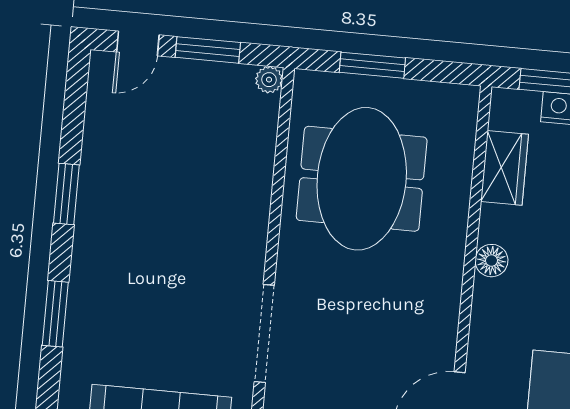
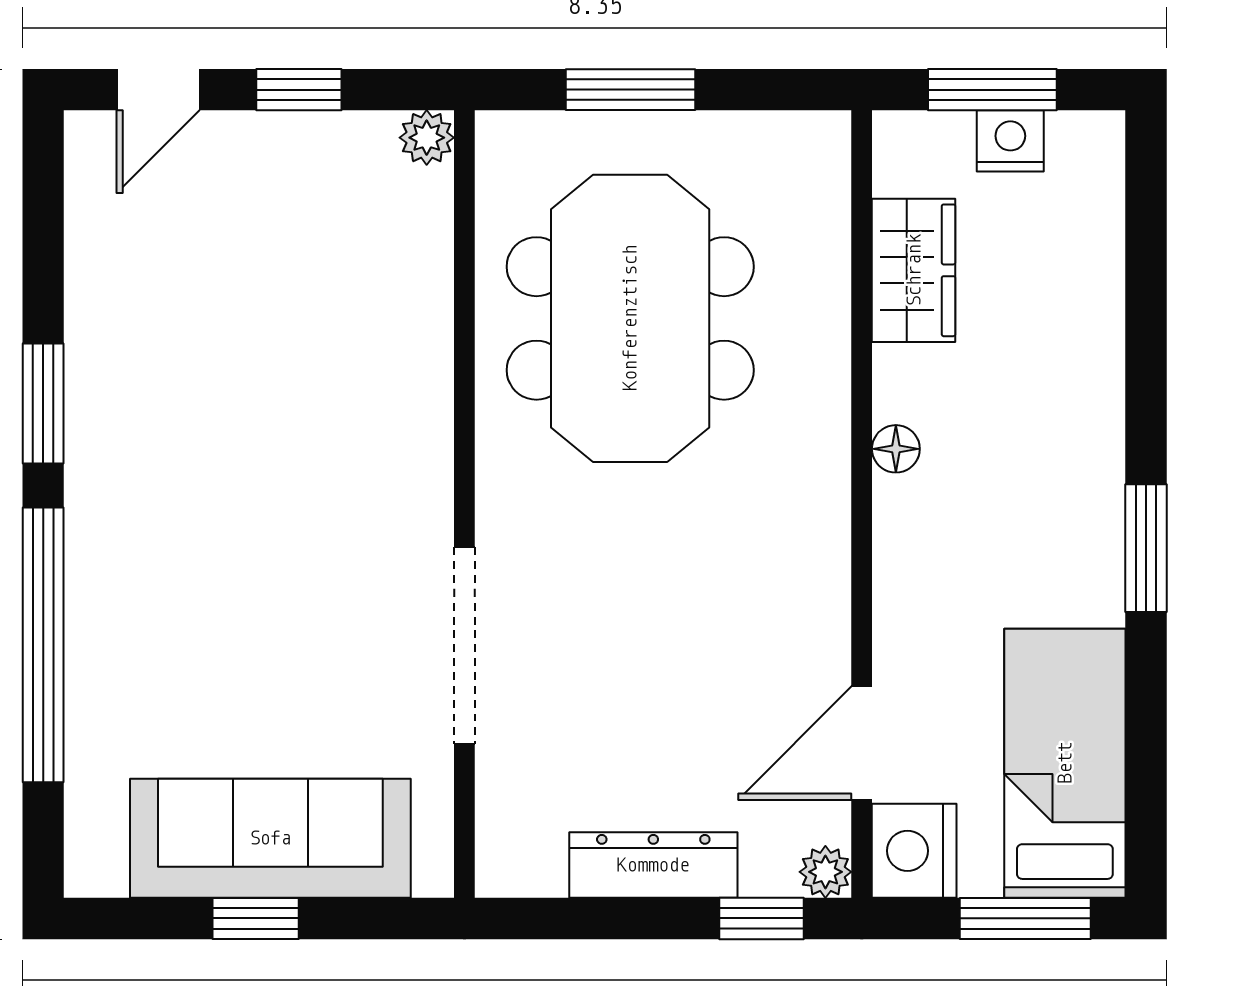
window: (208, 50) -> (299, 90), width x0.67
floor lamp: (492, 261) -> (896, 449), width x0.73, depth x0.73
window: (55, 314) -> (43, 645), width x2.11

